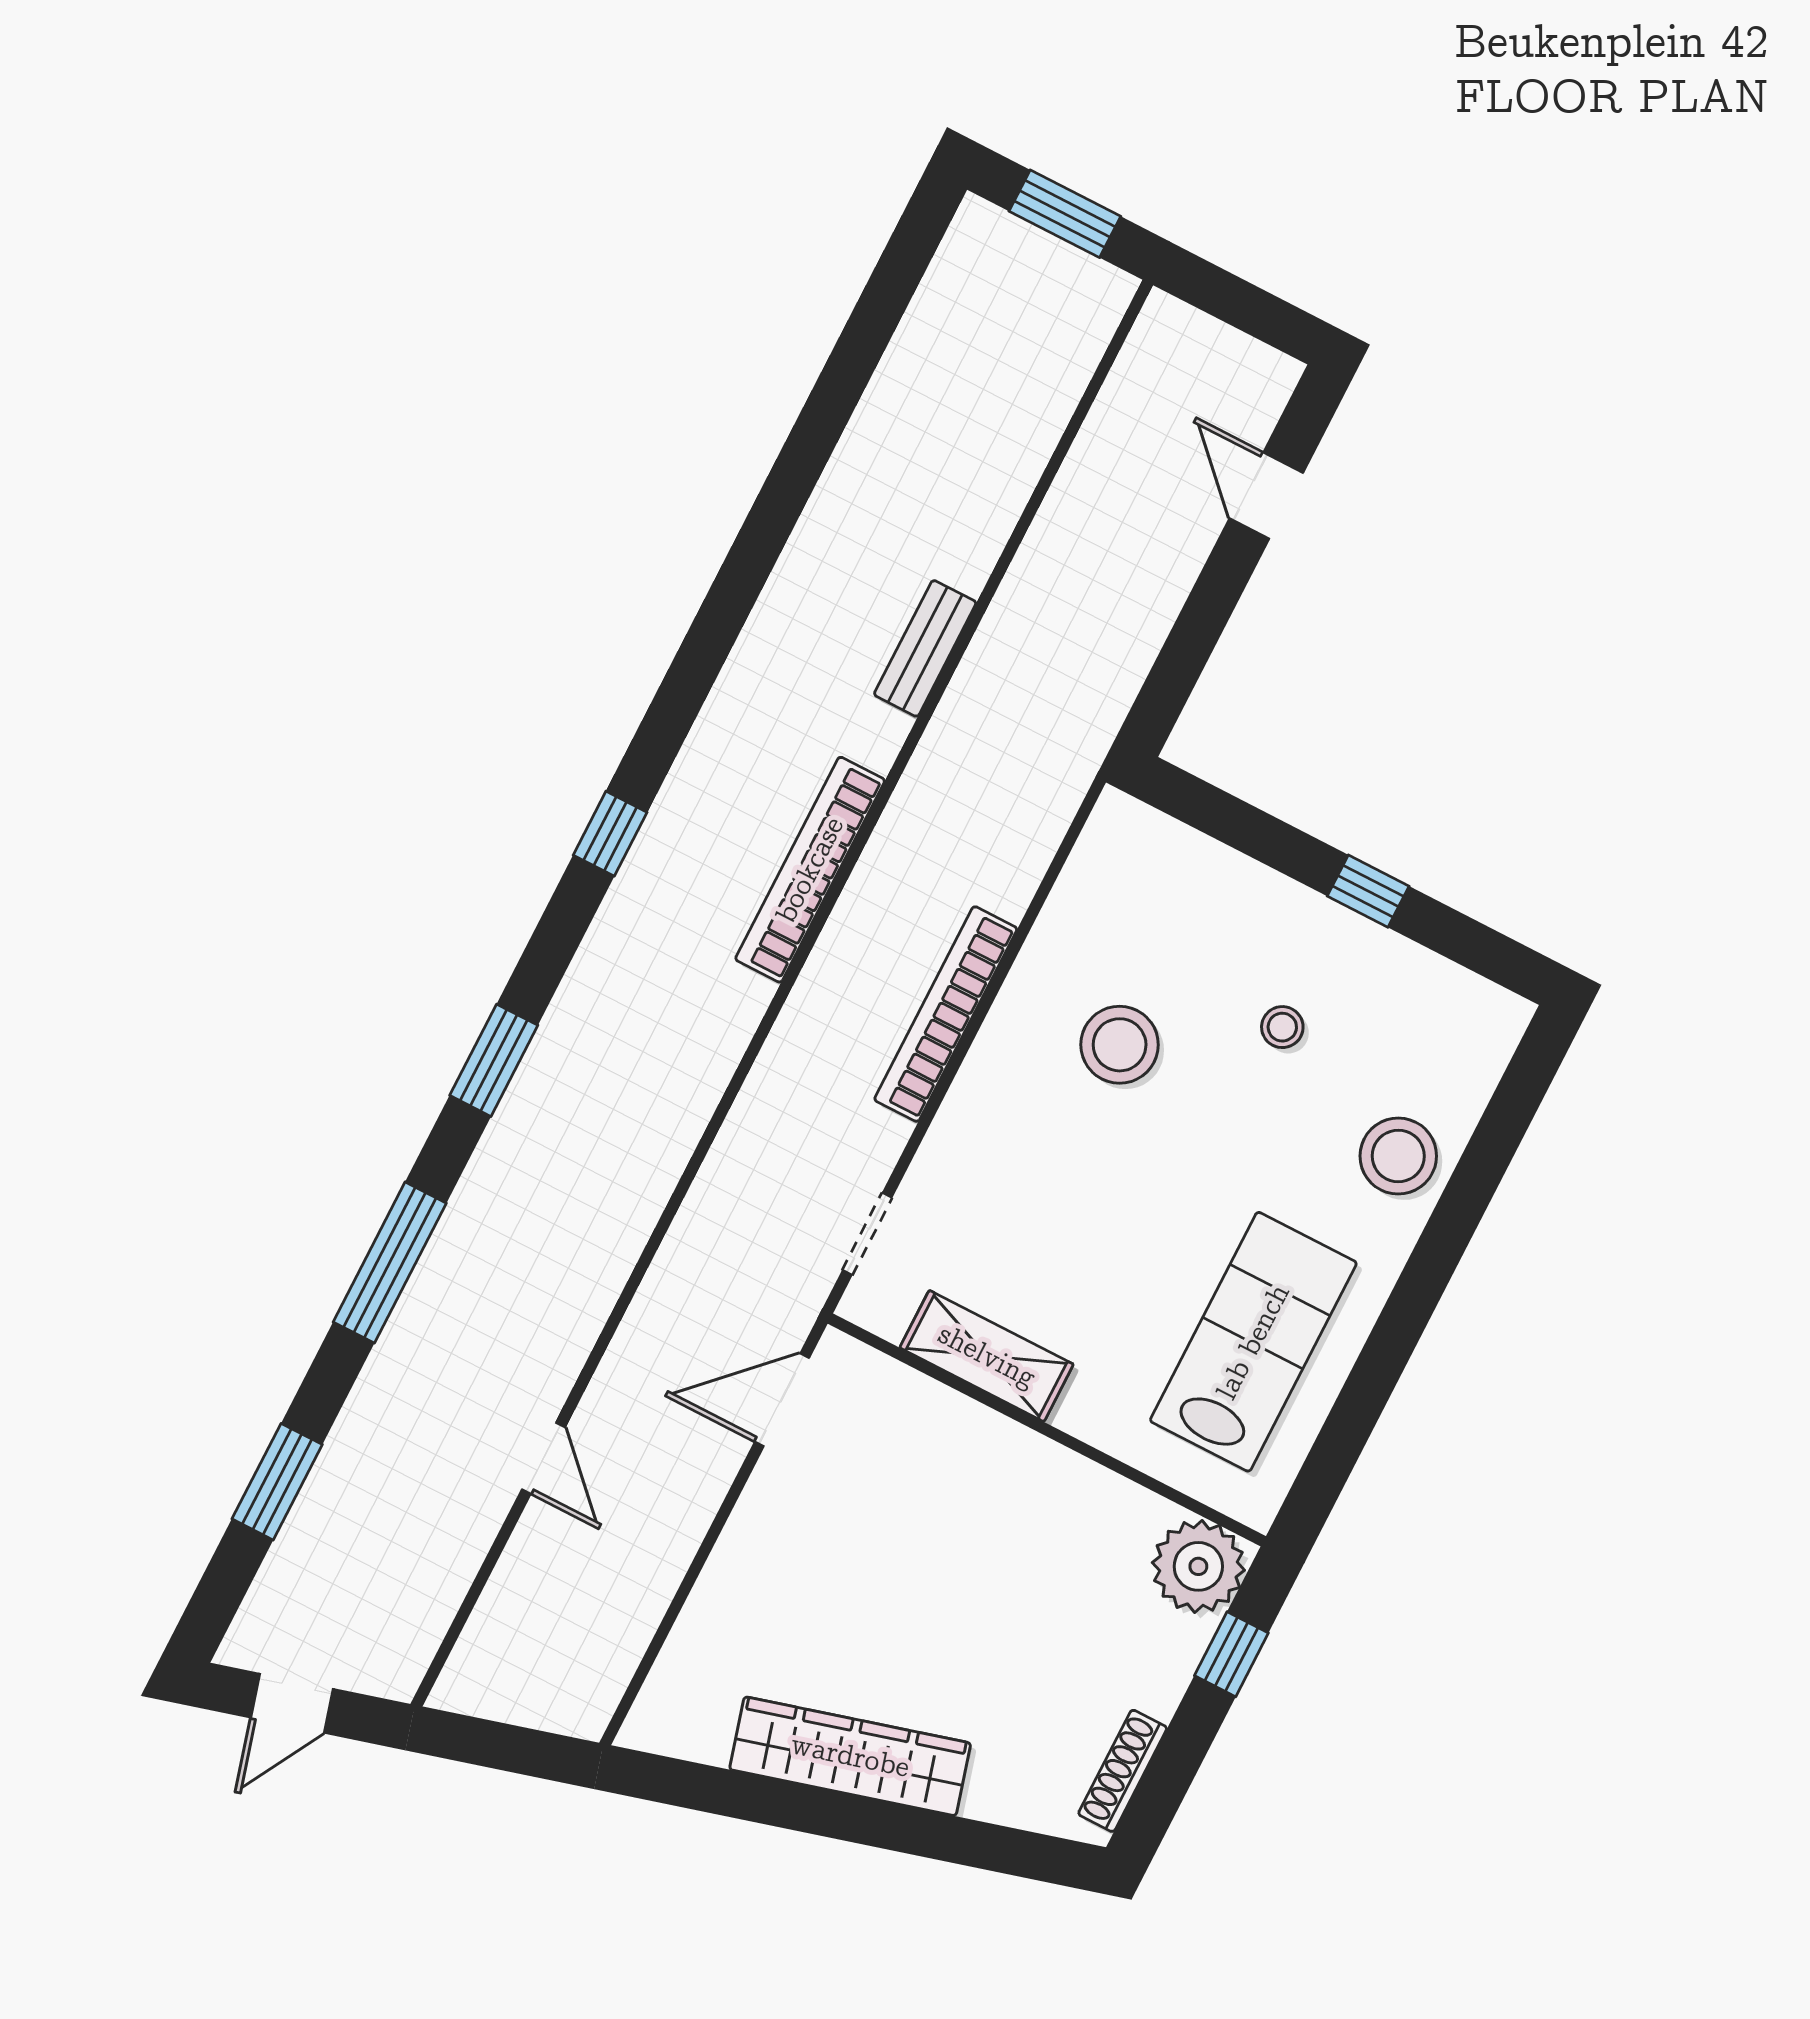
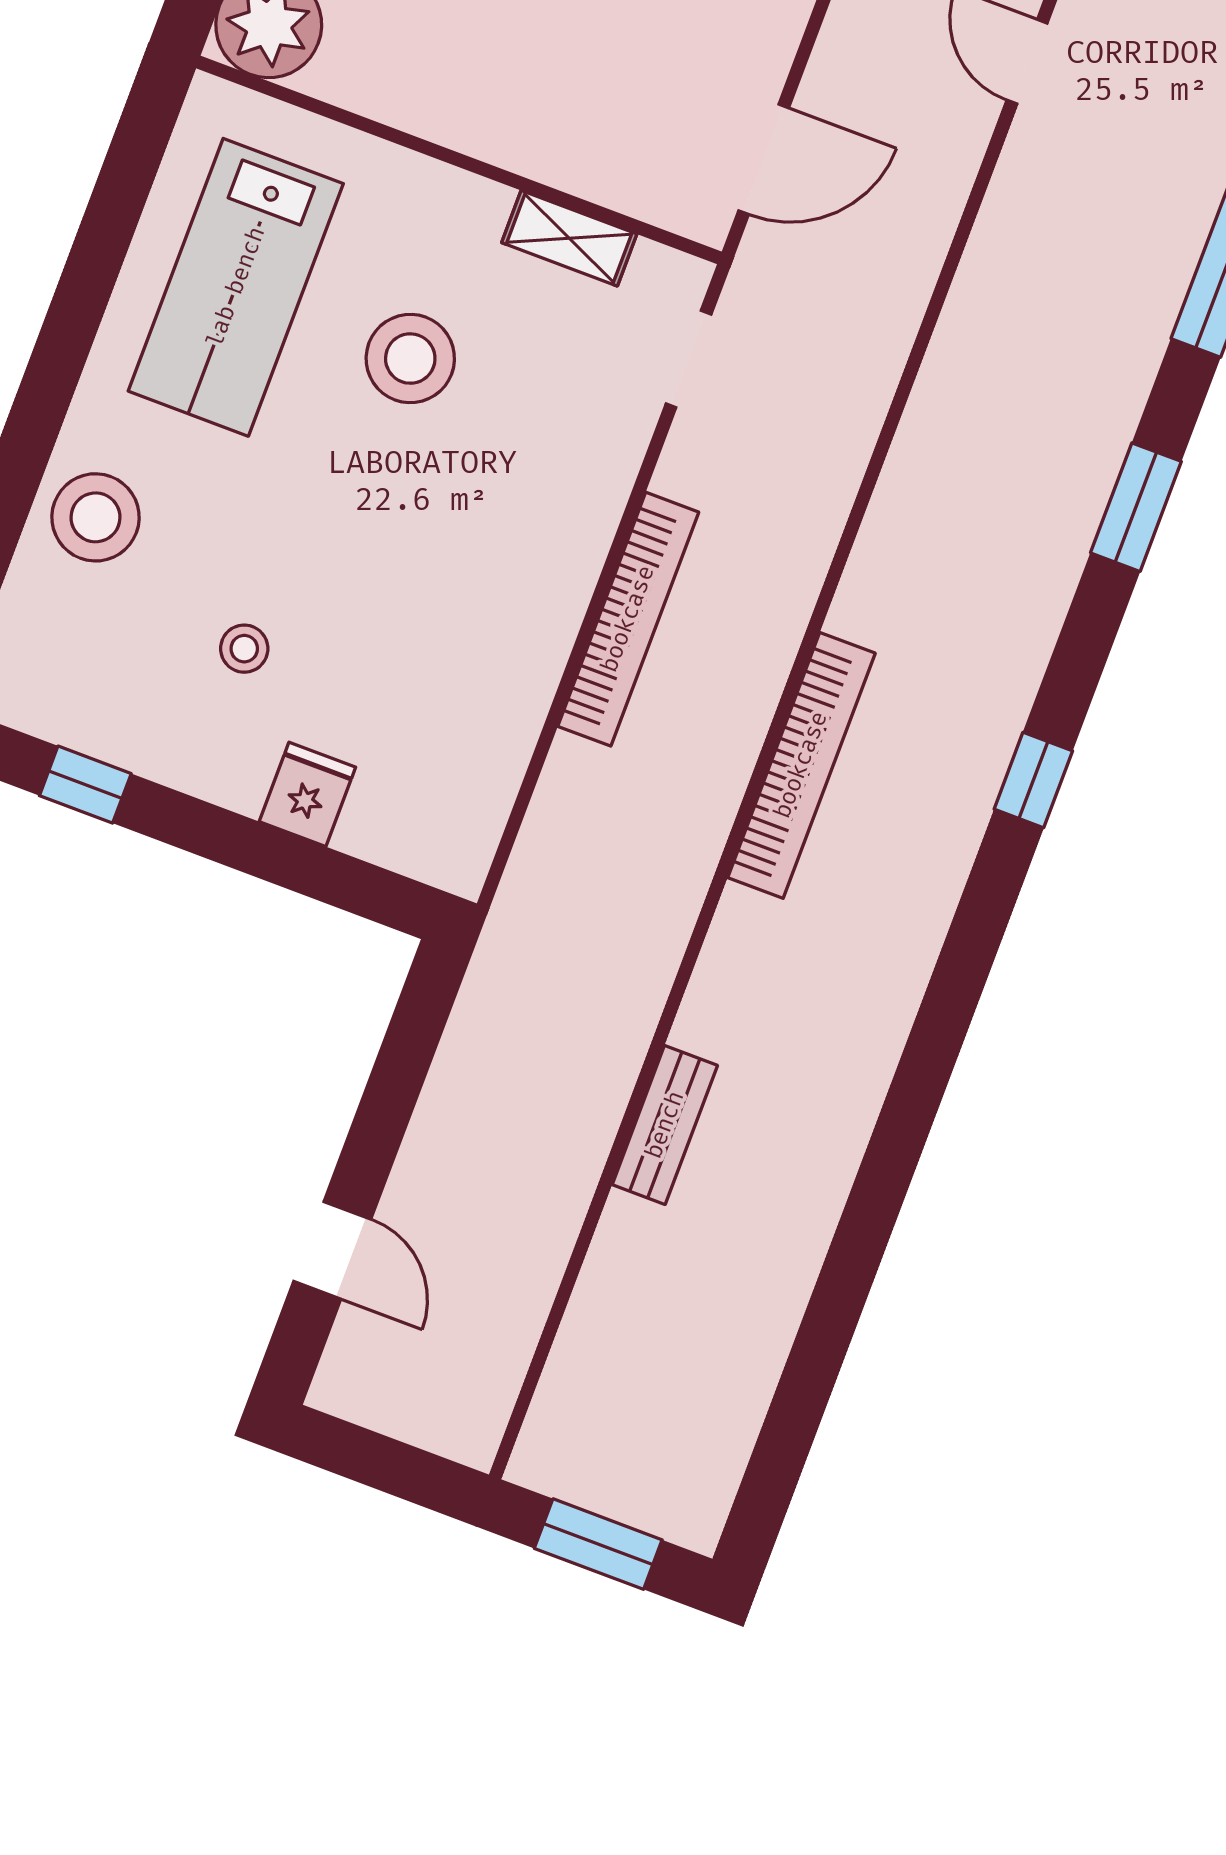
bench: (925, 648) -> (665, 1125), moved
window: (1368, 891) -> (85, 785), moved
fridge: (1242, 894) -> (307, 794), added
stool: (1120, 1045) -> (410, 359), moved
shelving: (987, 1356) -> (569, 238), width x0.67, depth x0.75

